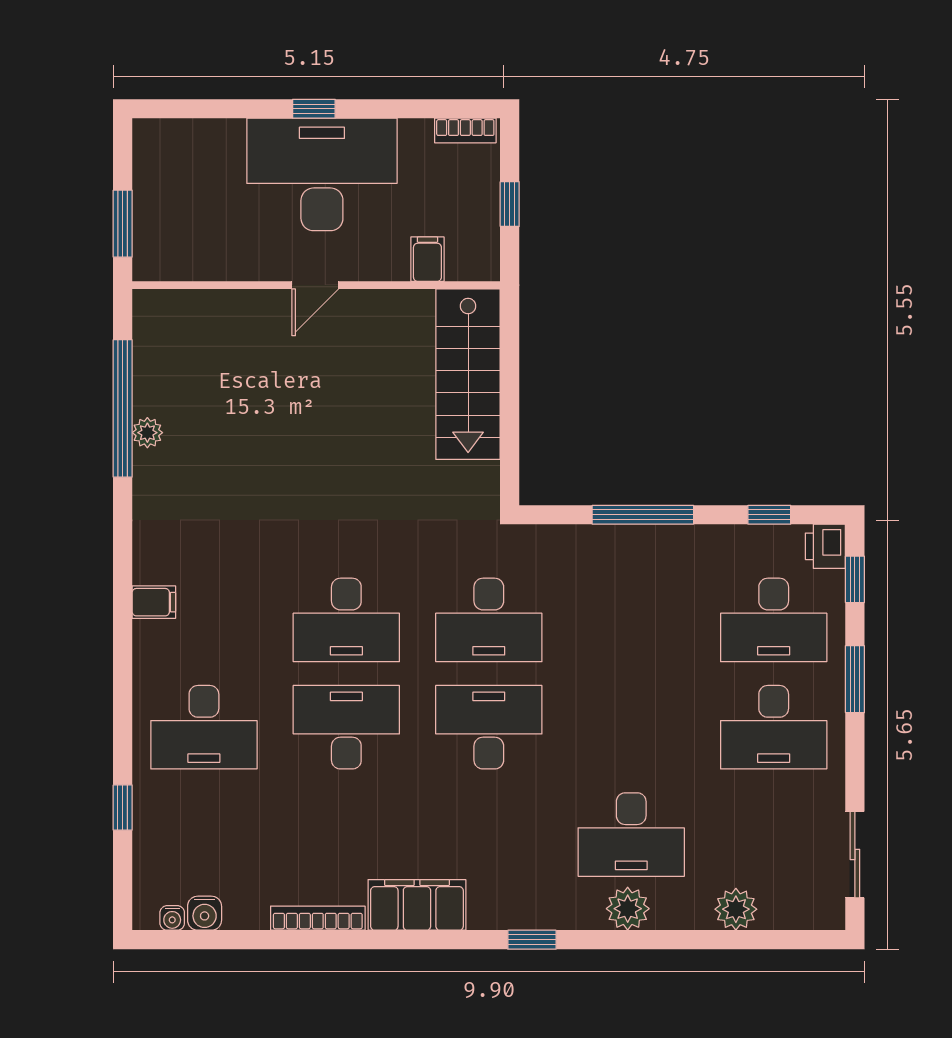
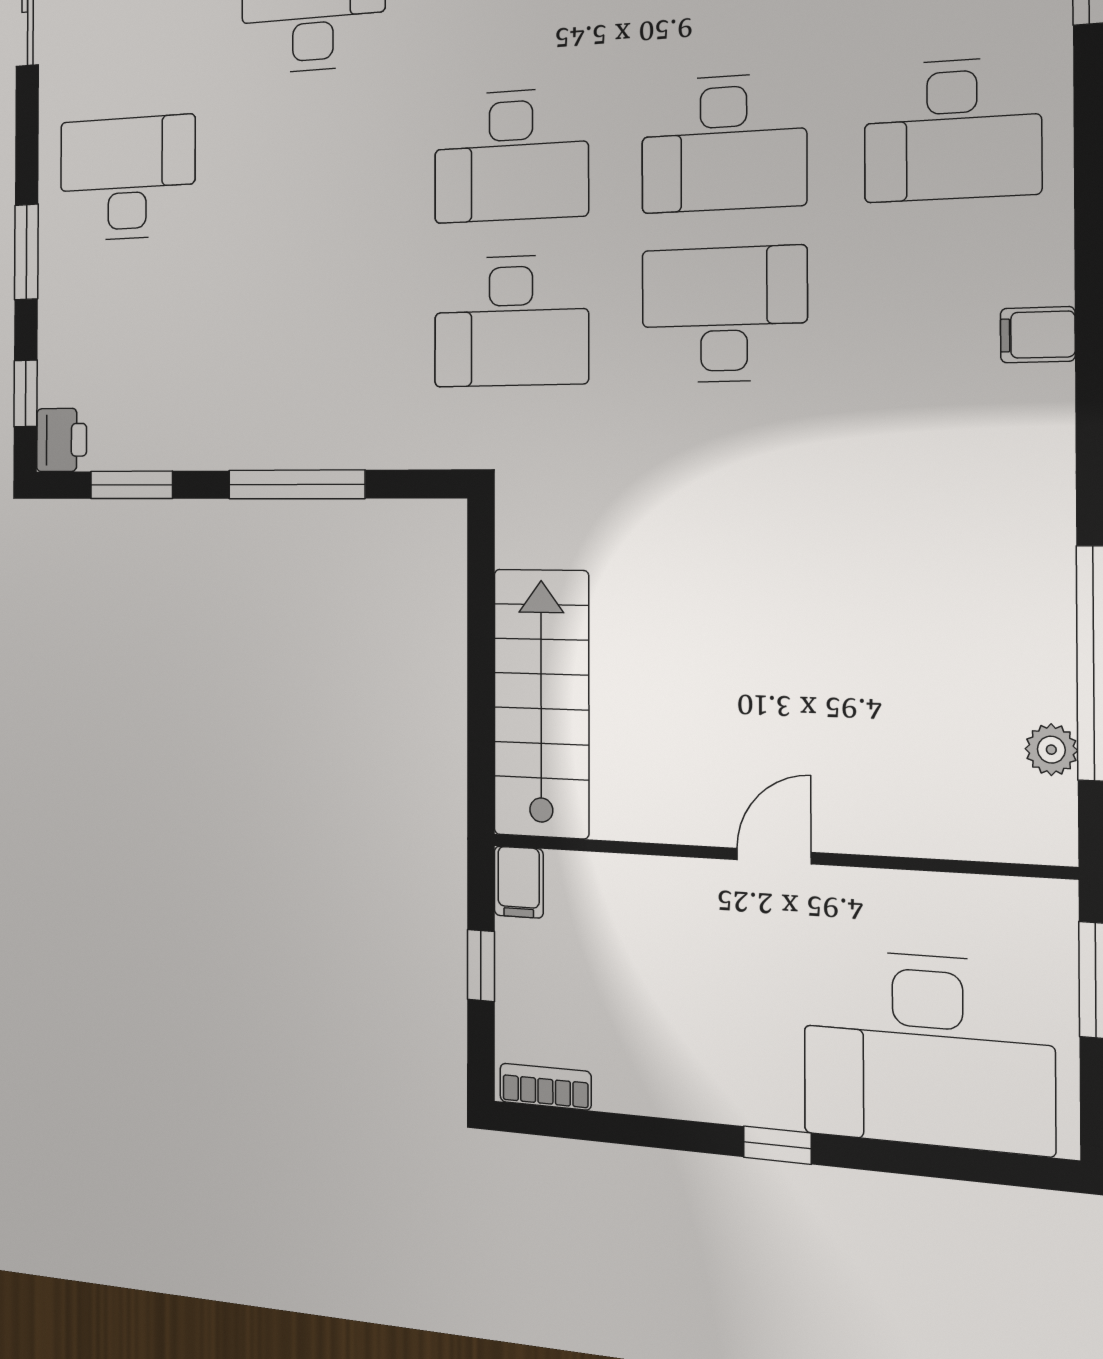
desk: (322, 174) -> (928, 1050), moved
filing cabinet: (427, 259) -> (519, 882), moved
plant: (147, 433) -> (1051, 750), moved
window: (769, 515) -> (131, 485), width x1.50
desk: (489, 620) -> (511, 321), turned 180
desk: (774, 620) -> (127, 333), removed
desk: (204, 727) -> (952, 130), turned 180

